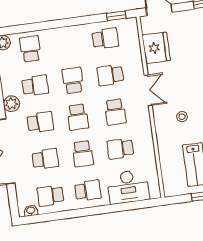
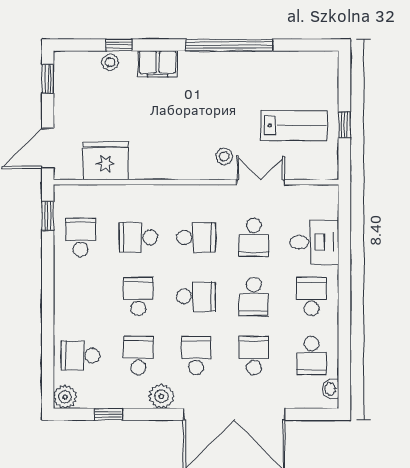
school desk: (110, 75) -> (138, 237), turned 90
school desk: (73, 80) -> (138, 296), turned 90
double door: (148, 90) -> (261, 182), moved
stool: (182, 117) -> (224, 156), moved
school desk: (83, 154) -> (254, 296), turned 90
desk: (128, 187) -> (314, 242), width x0.73

